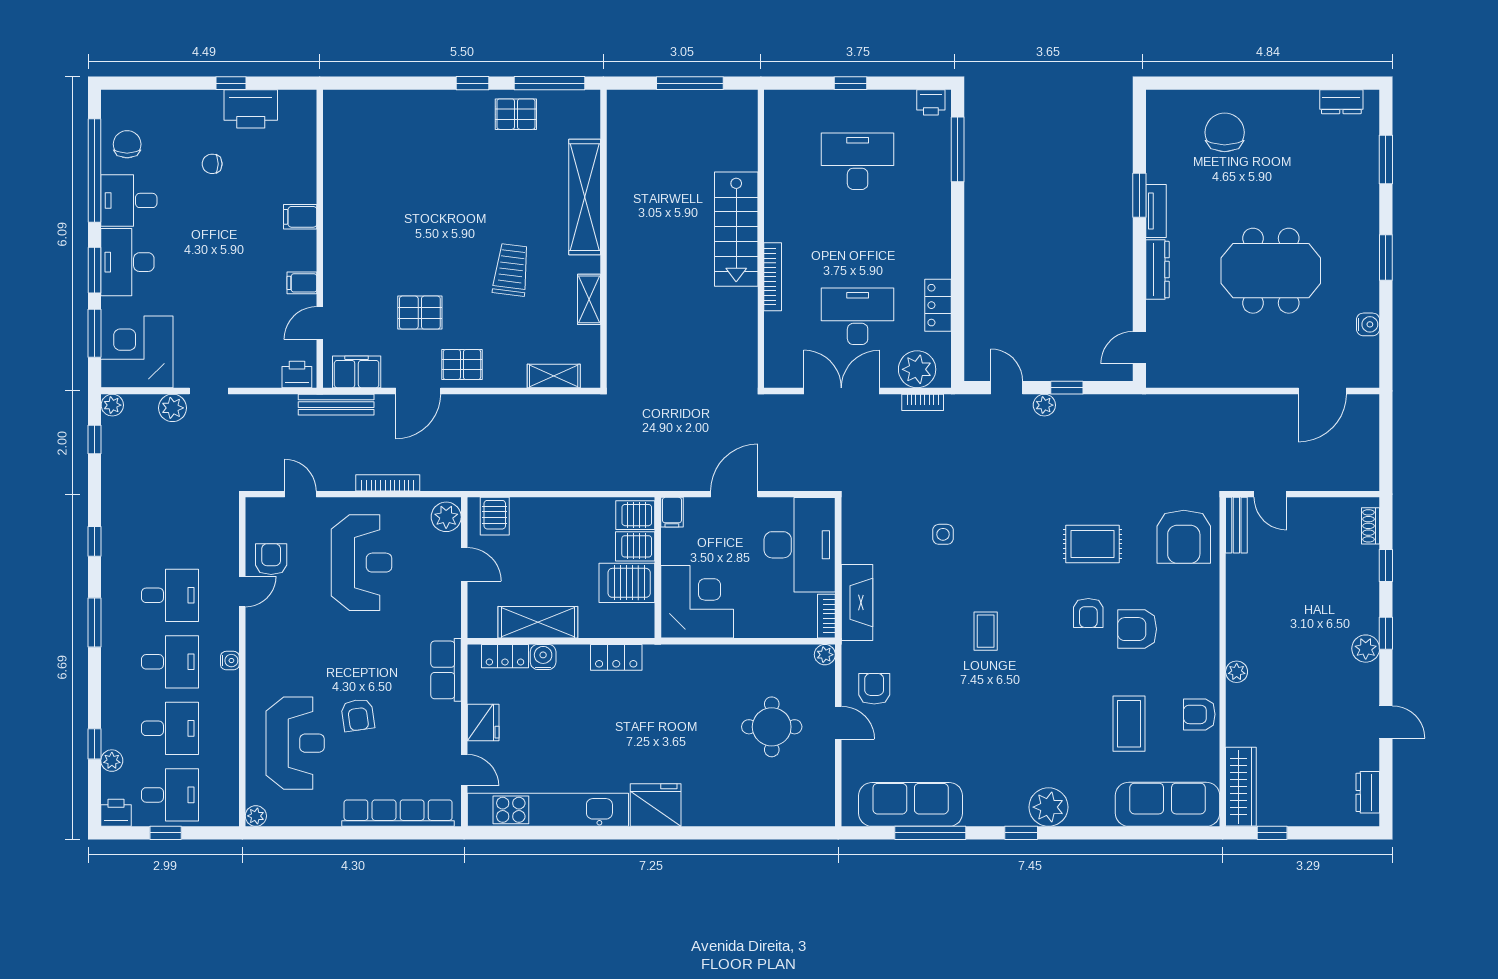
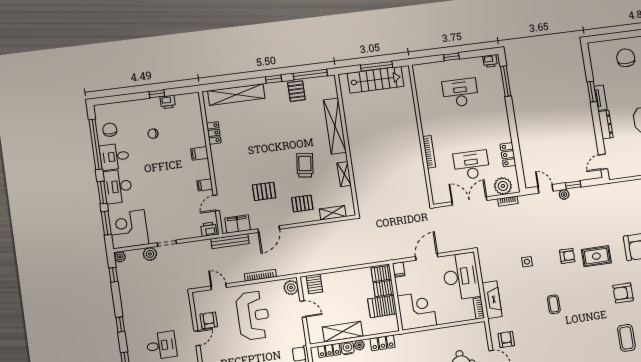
shelving: (392, 105) -> (236, 95), added
printer: (251, 109) -> (168, 102), width x0.53, depth x0.68
pallet: (516, 114) -> (296, 91), turned 90
locker: (335, 179) -> (214, 133), added
stairs: (736, 229) -> (376, 80), moved, turned -90
pallet: (462, 365) -> (302, 203), moved
armchair: (1088, 613) -> (567, 256), moved, turned -90
plant: (825, 655) -> (359, 345), moved

